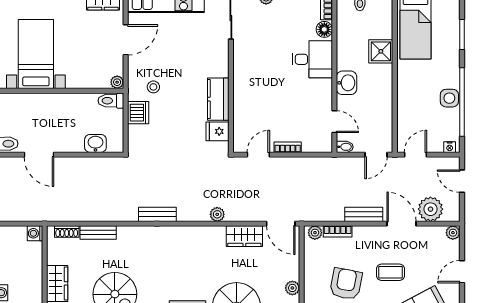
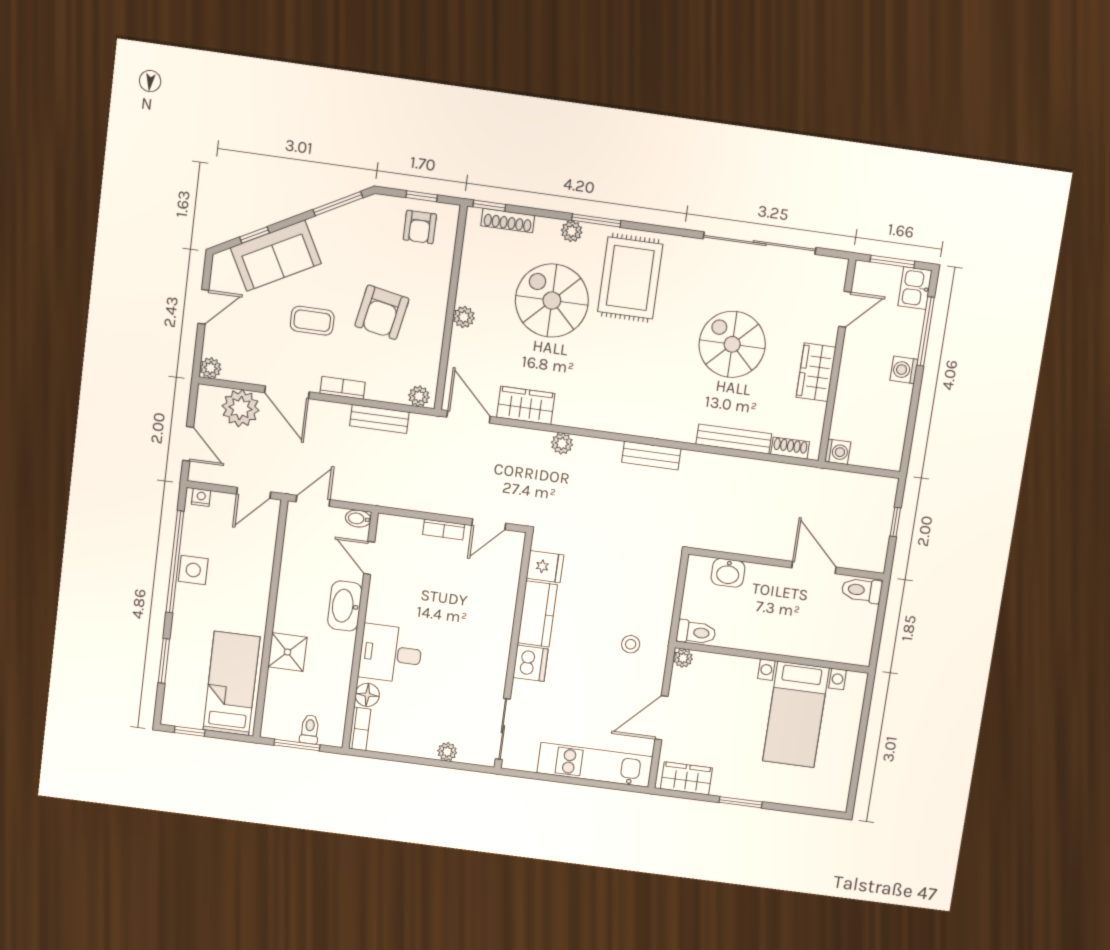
washbasin: (347, 83) -> (345, 606), width x1.38
dishwasher: (138, 113) -> (531, 663), moved, turned 180
bench: (364, 214) -> (379, 419), moved
bookcase: (338, 231) -> (343, 388), moved
bench: (98, 233) -> (734, 439), width x1.36

